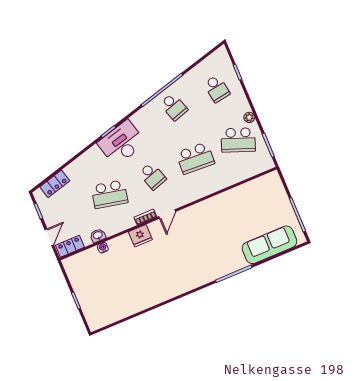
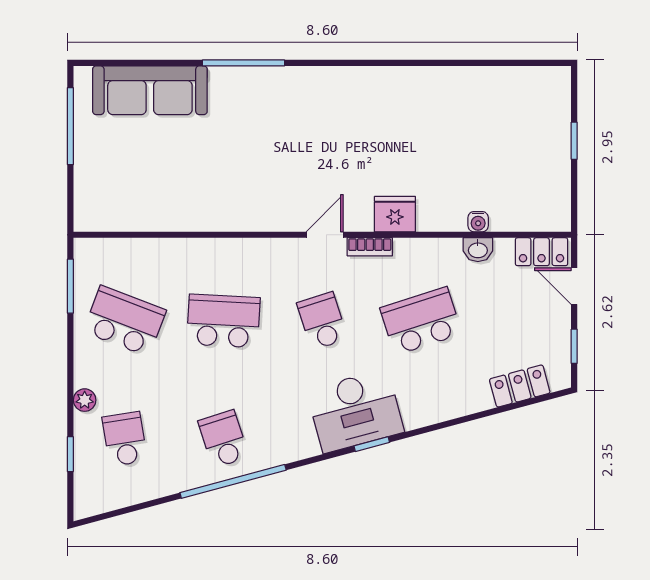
plant: (249, 117) -> (85, 400), moved
school desk: (109, 194) -> (421, 321), turned -30
door: (49, 237) -> (574, 286), hinge flipped

